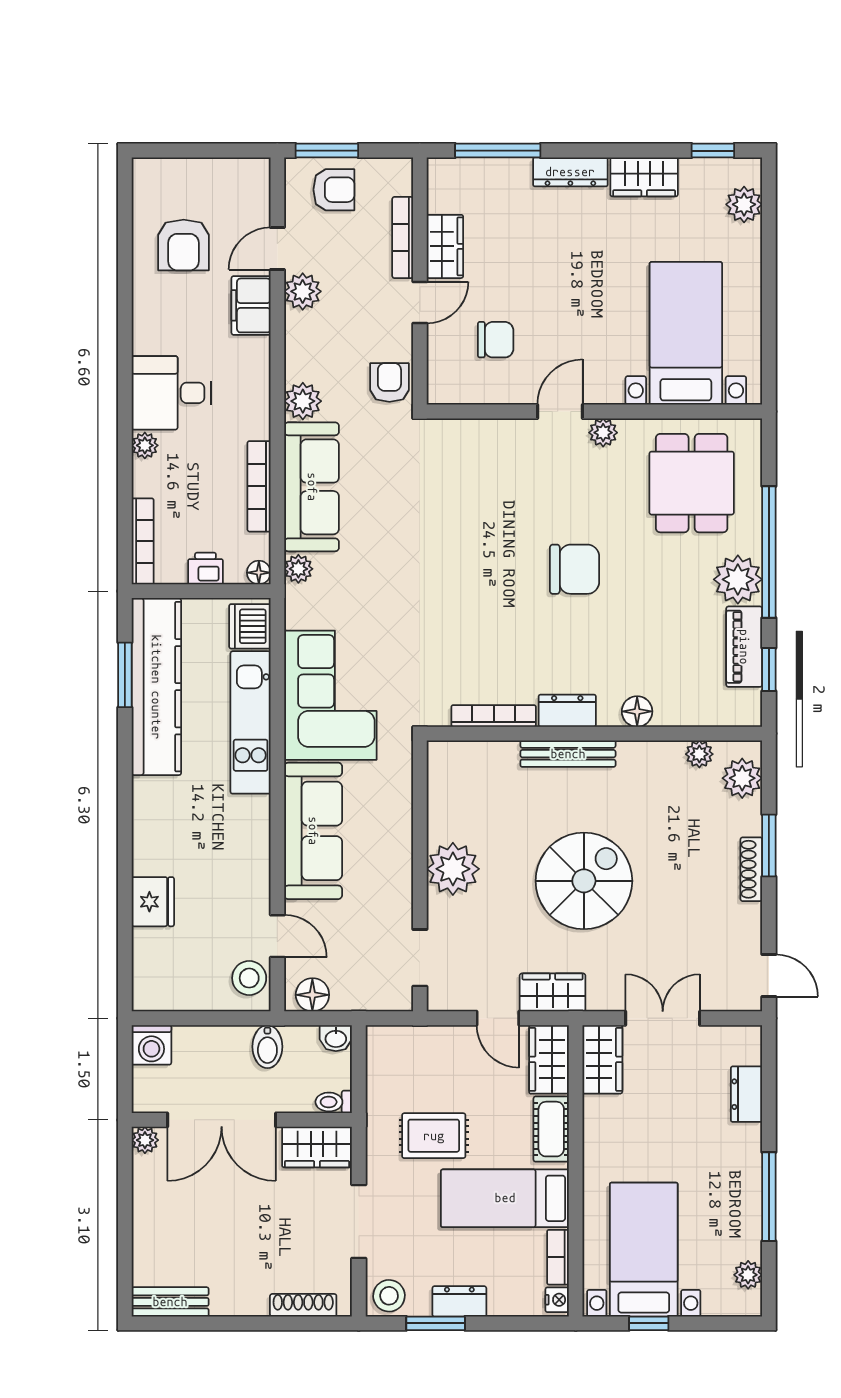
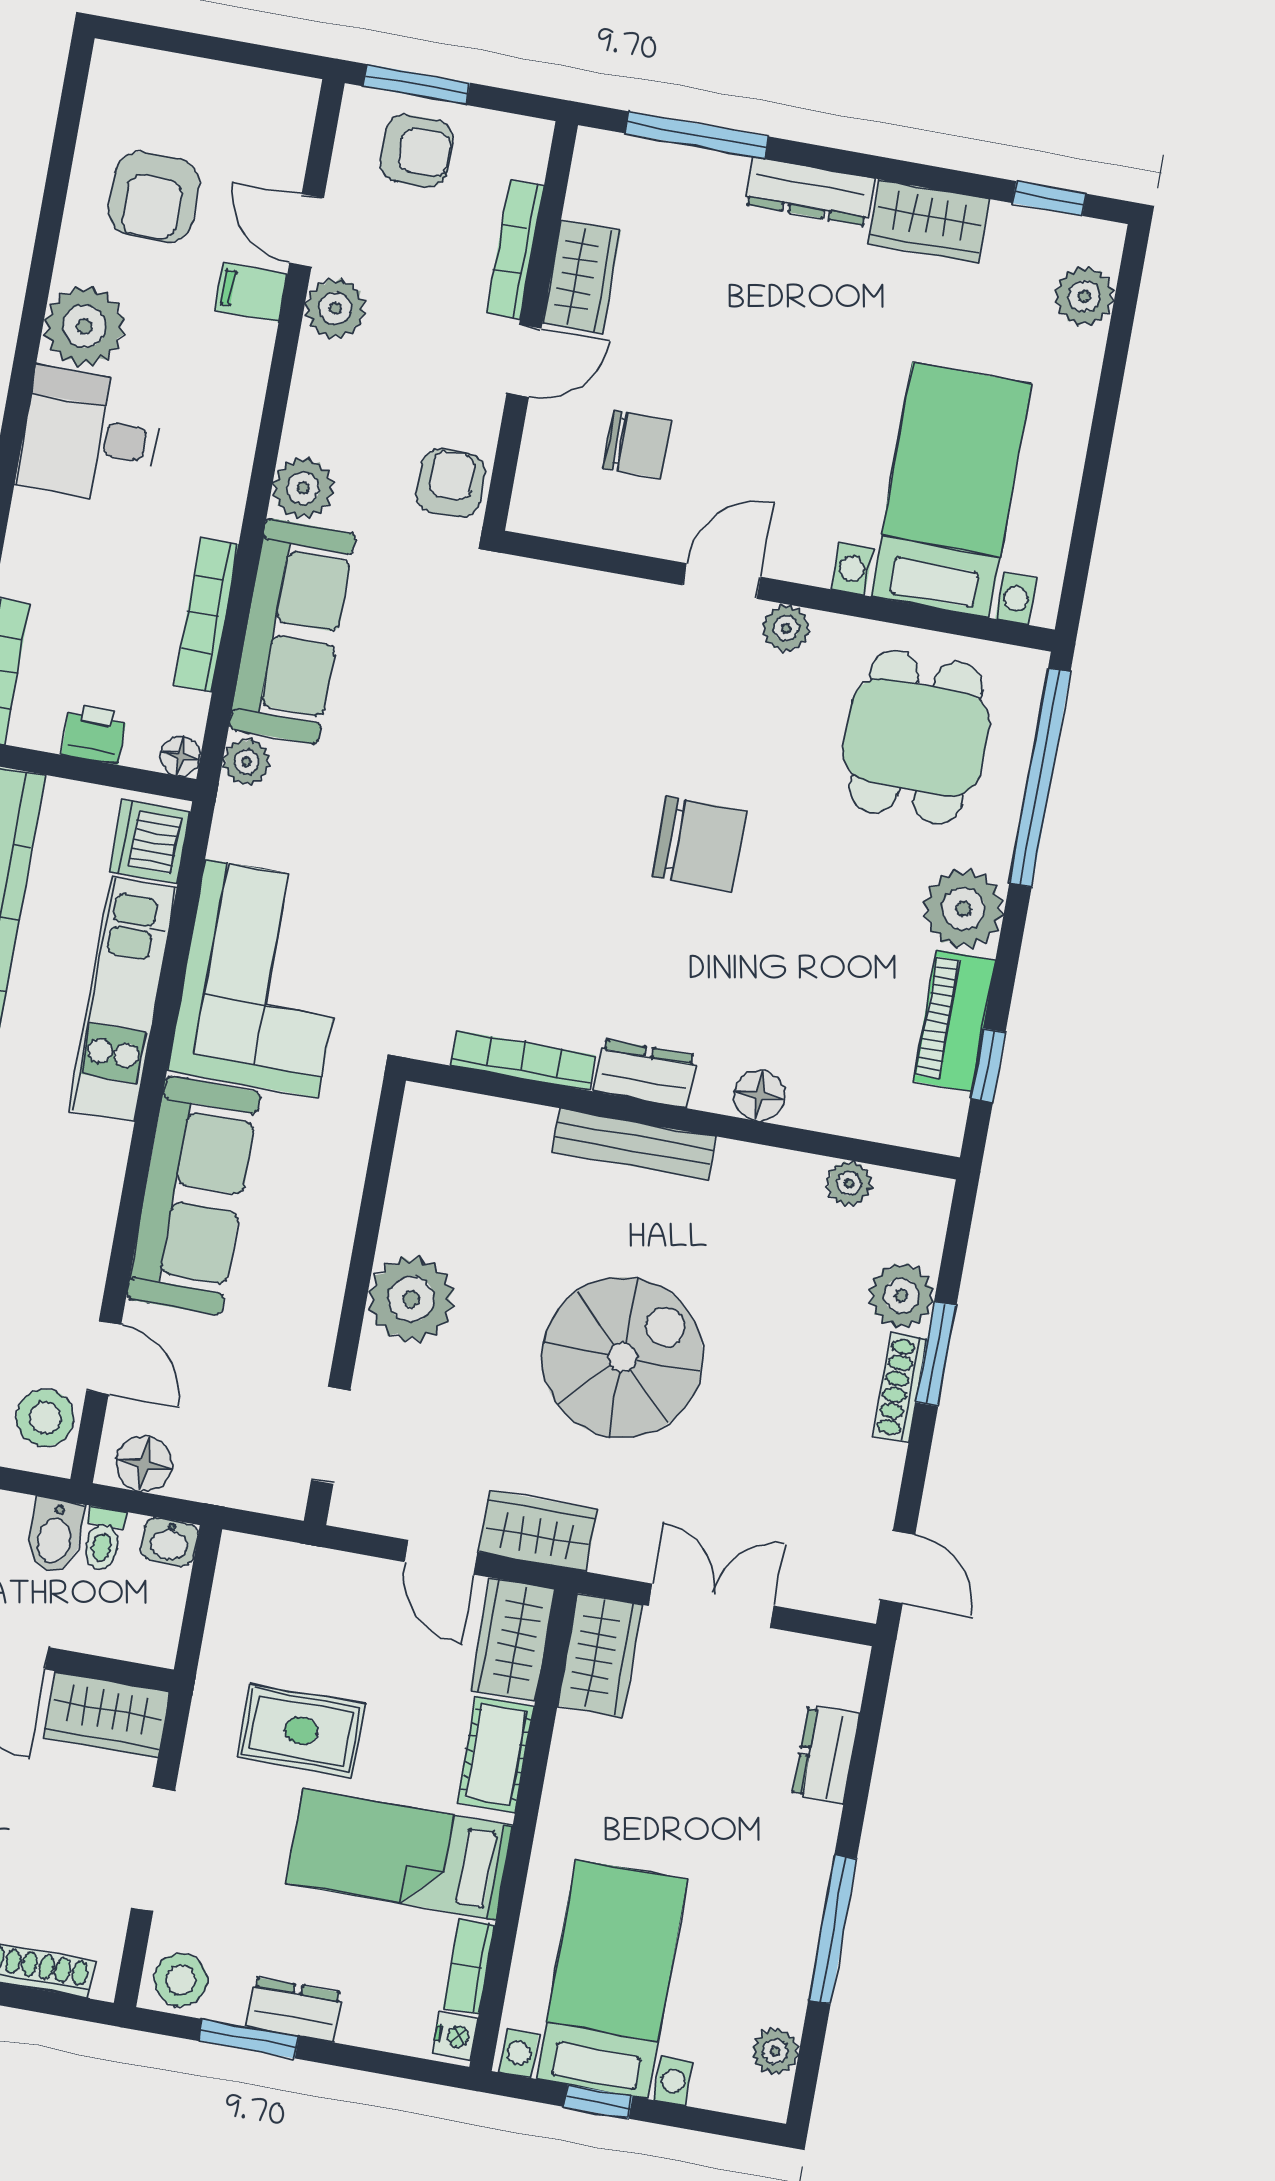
door: (277, 248) -> (307, 231), hinge flipped
filing cabinet: (251, 305) -> (251, 292), width x0.50
plant: (145, 445) -> (84, 326), moved, width x1.88, depth x1.88
window: (769, 552) -> (1040, 777), moved
plant: (742, 778) -> (901, 1296), moved
toilet: (334, 1102) -> (103, 1539), moved, turned -90

